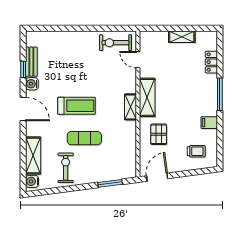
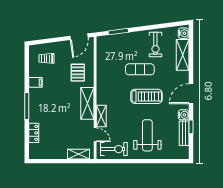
shelving: (182, 37) -> (78, 154), moved
weight bench: (75, 59) -> (147, 135), added
treadmill: (76, 106) -> (146, 96), turned 180
shelving: (131, 107) -> (101, 116), moved
door: (23, 109) -> (191, 94), hinge flipped

